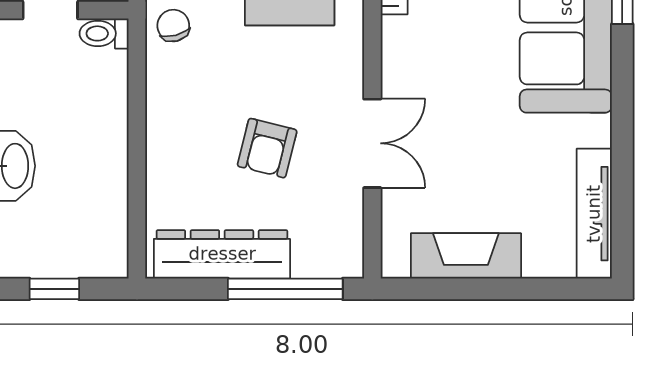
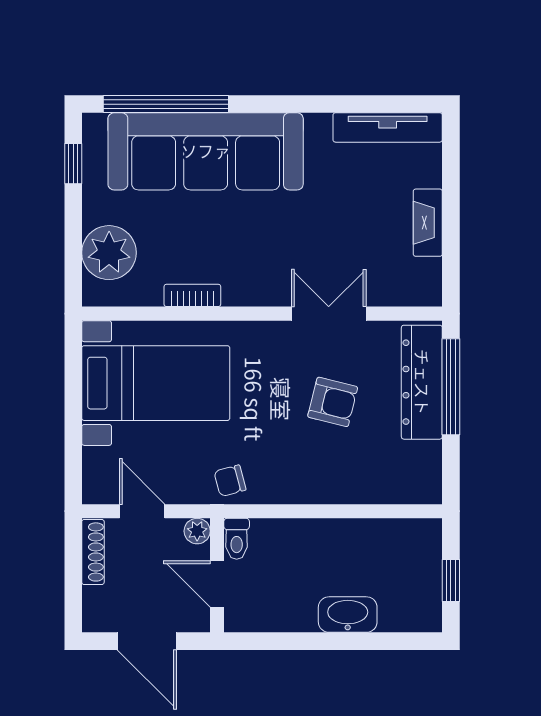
dresser: (222, 254) -> (422, 382), moved
fireplace: (466, 256) -> (428, 223), width x0.73, depth x0.76

